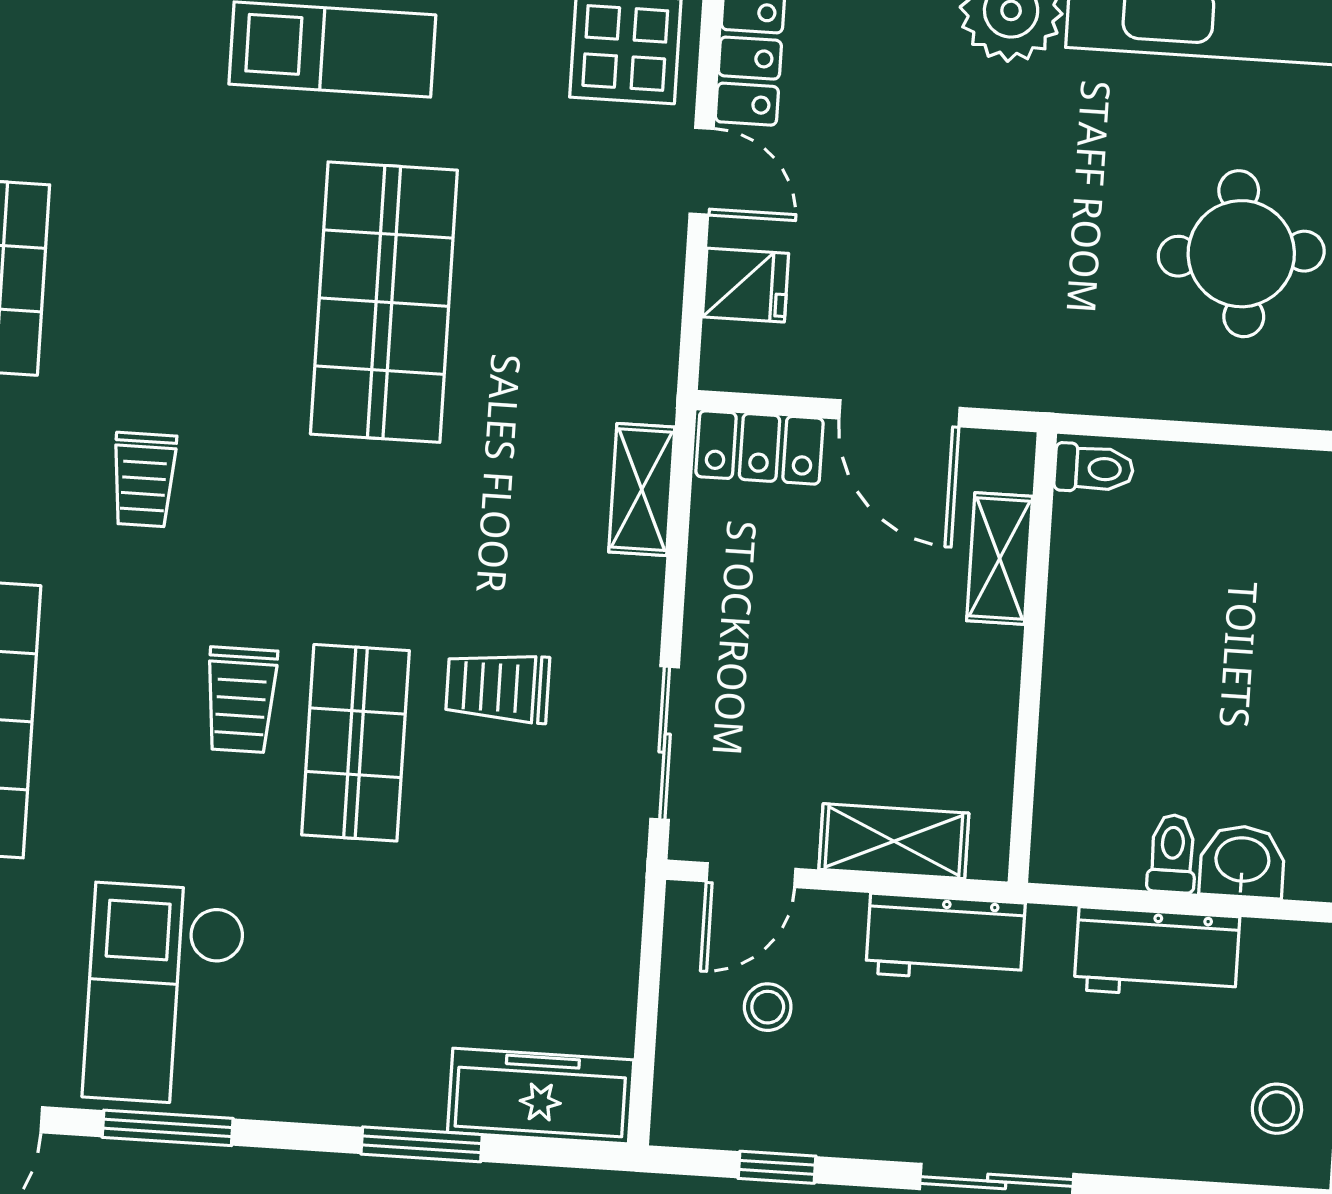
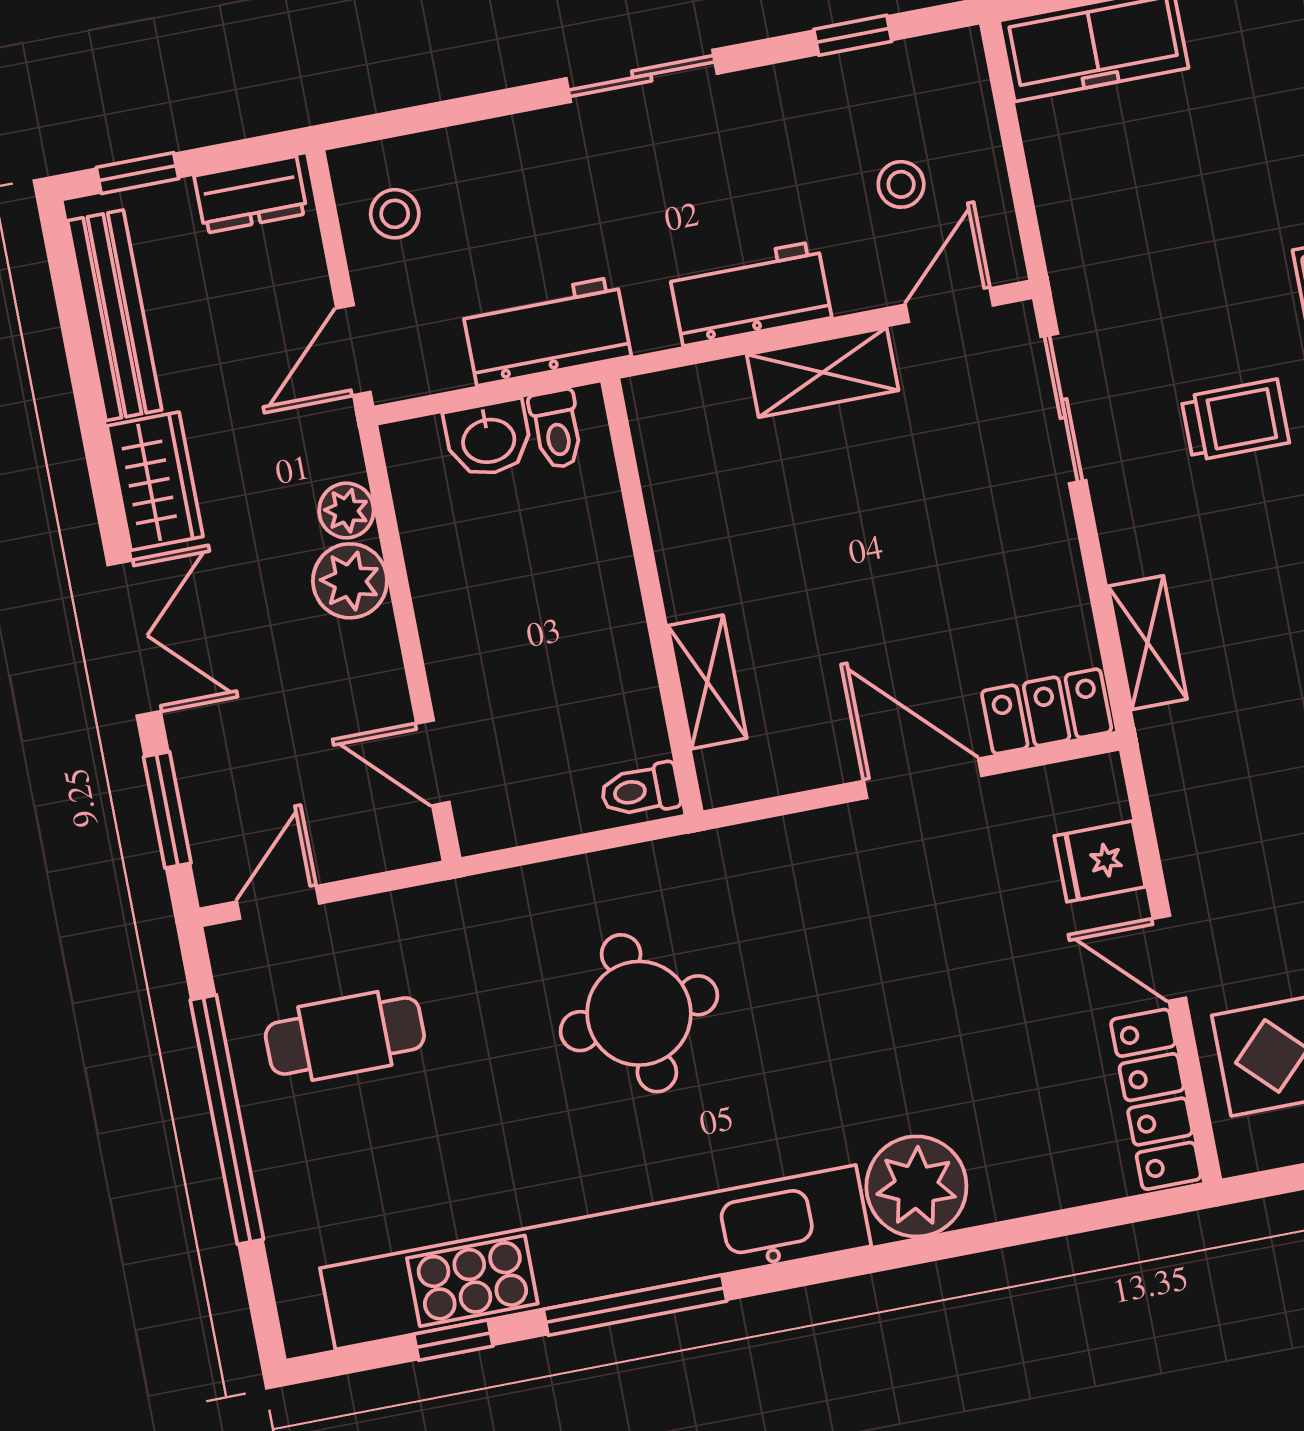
toilet: (1094, 468) -> (640, 790), moved
shelving: (1000, 559) -> (707, 682), moved
wall: (1032, 658) -> (652, 596), moved

